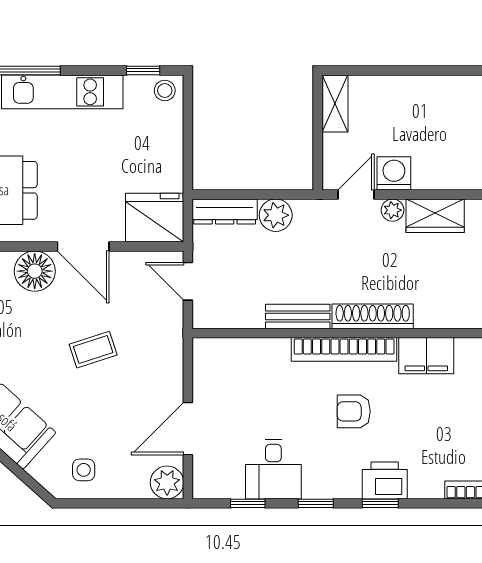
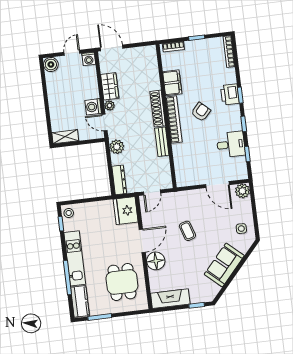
plant: (276, 215) -> (117, 147), moved
armchair: (354, 411) -> (201, 112), turned -138

